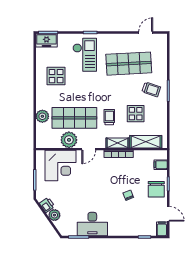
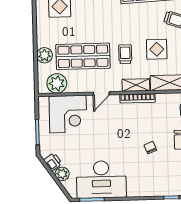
plant: (69, 140) -> (57, 83), moved
desk: (92, 224) -> (101, 179), width x1.36, depth x1.30

